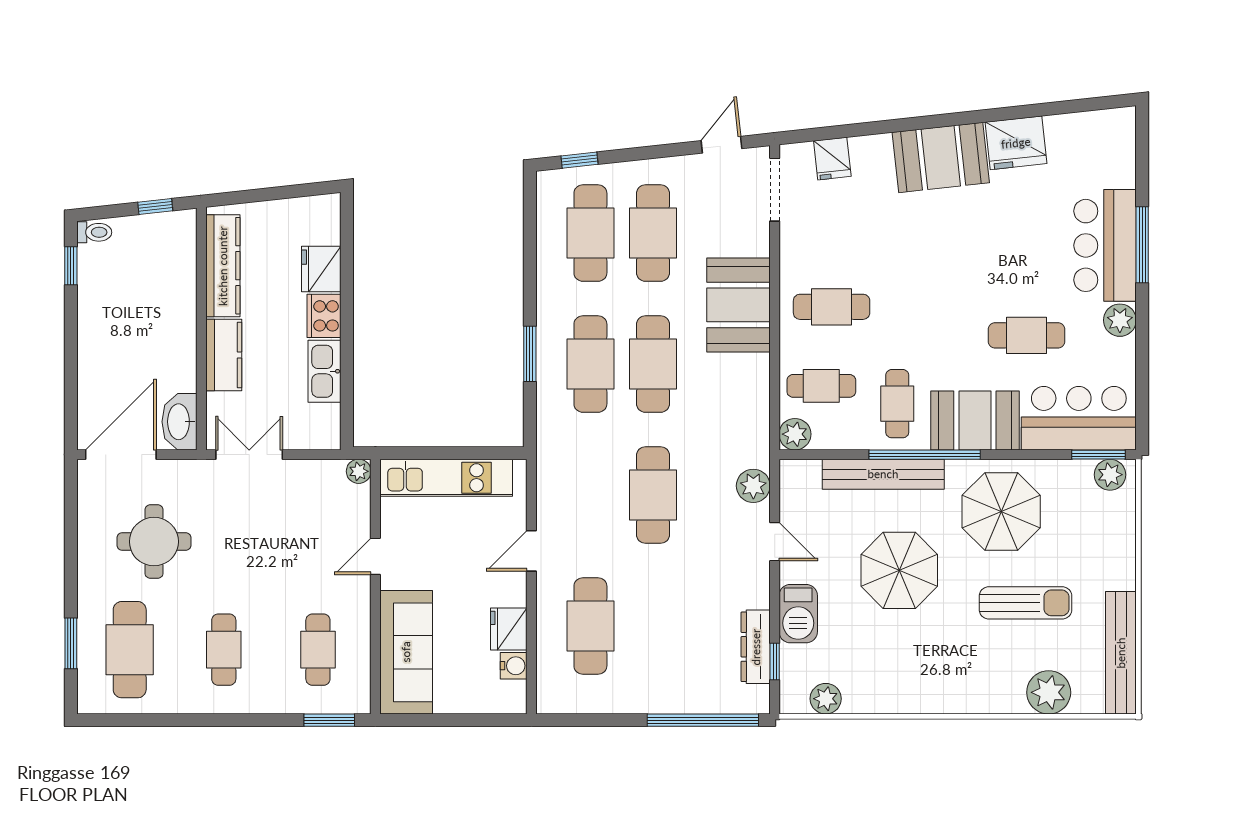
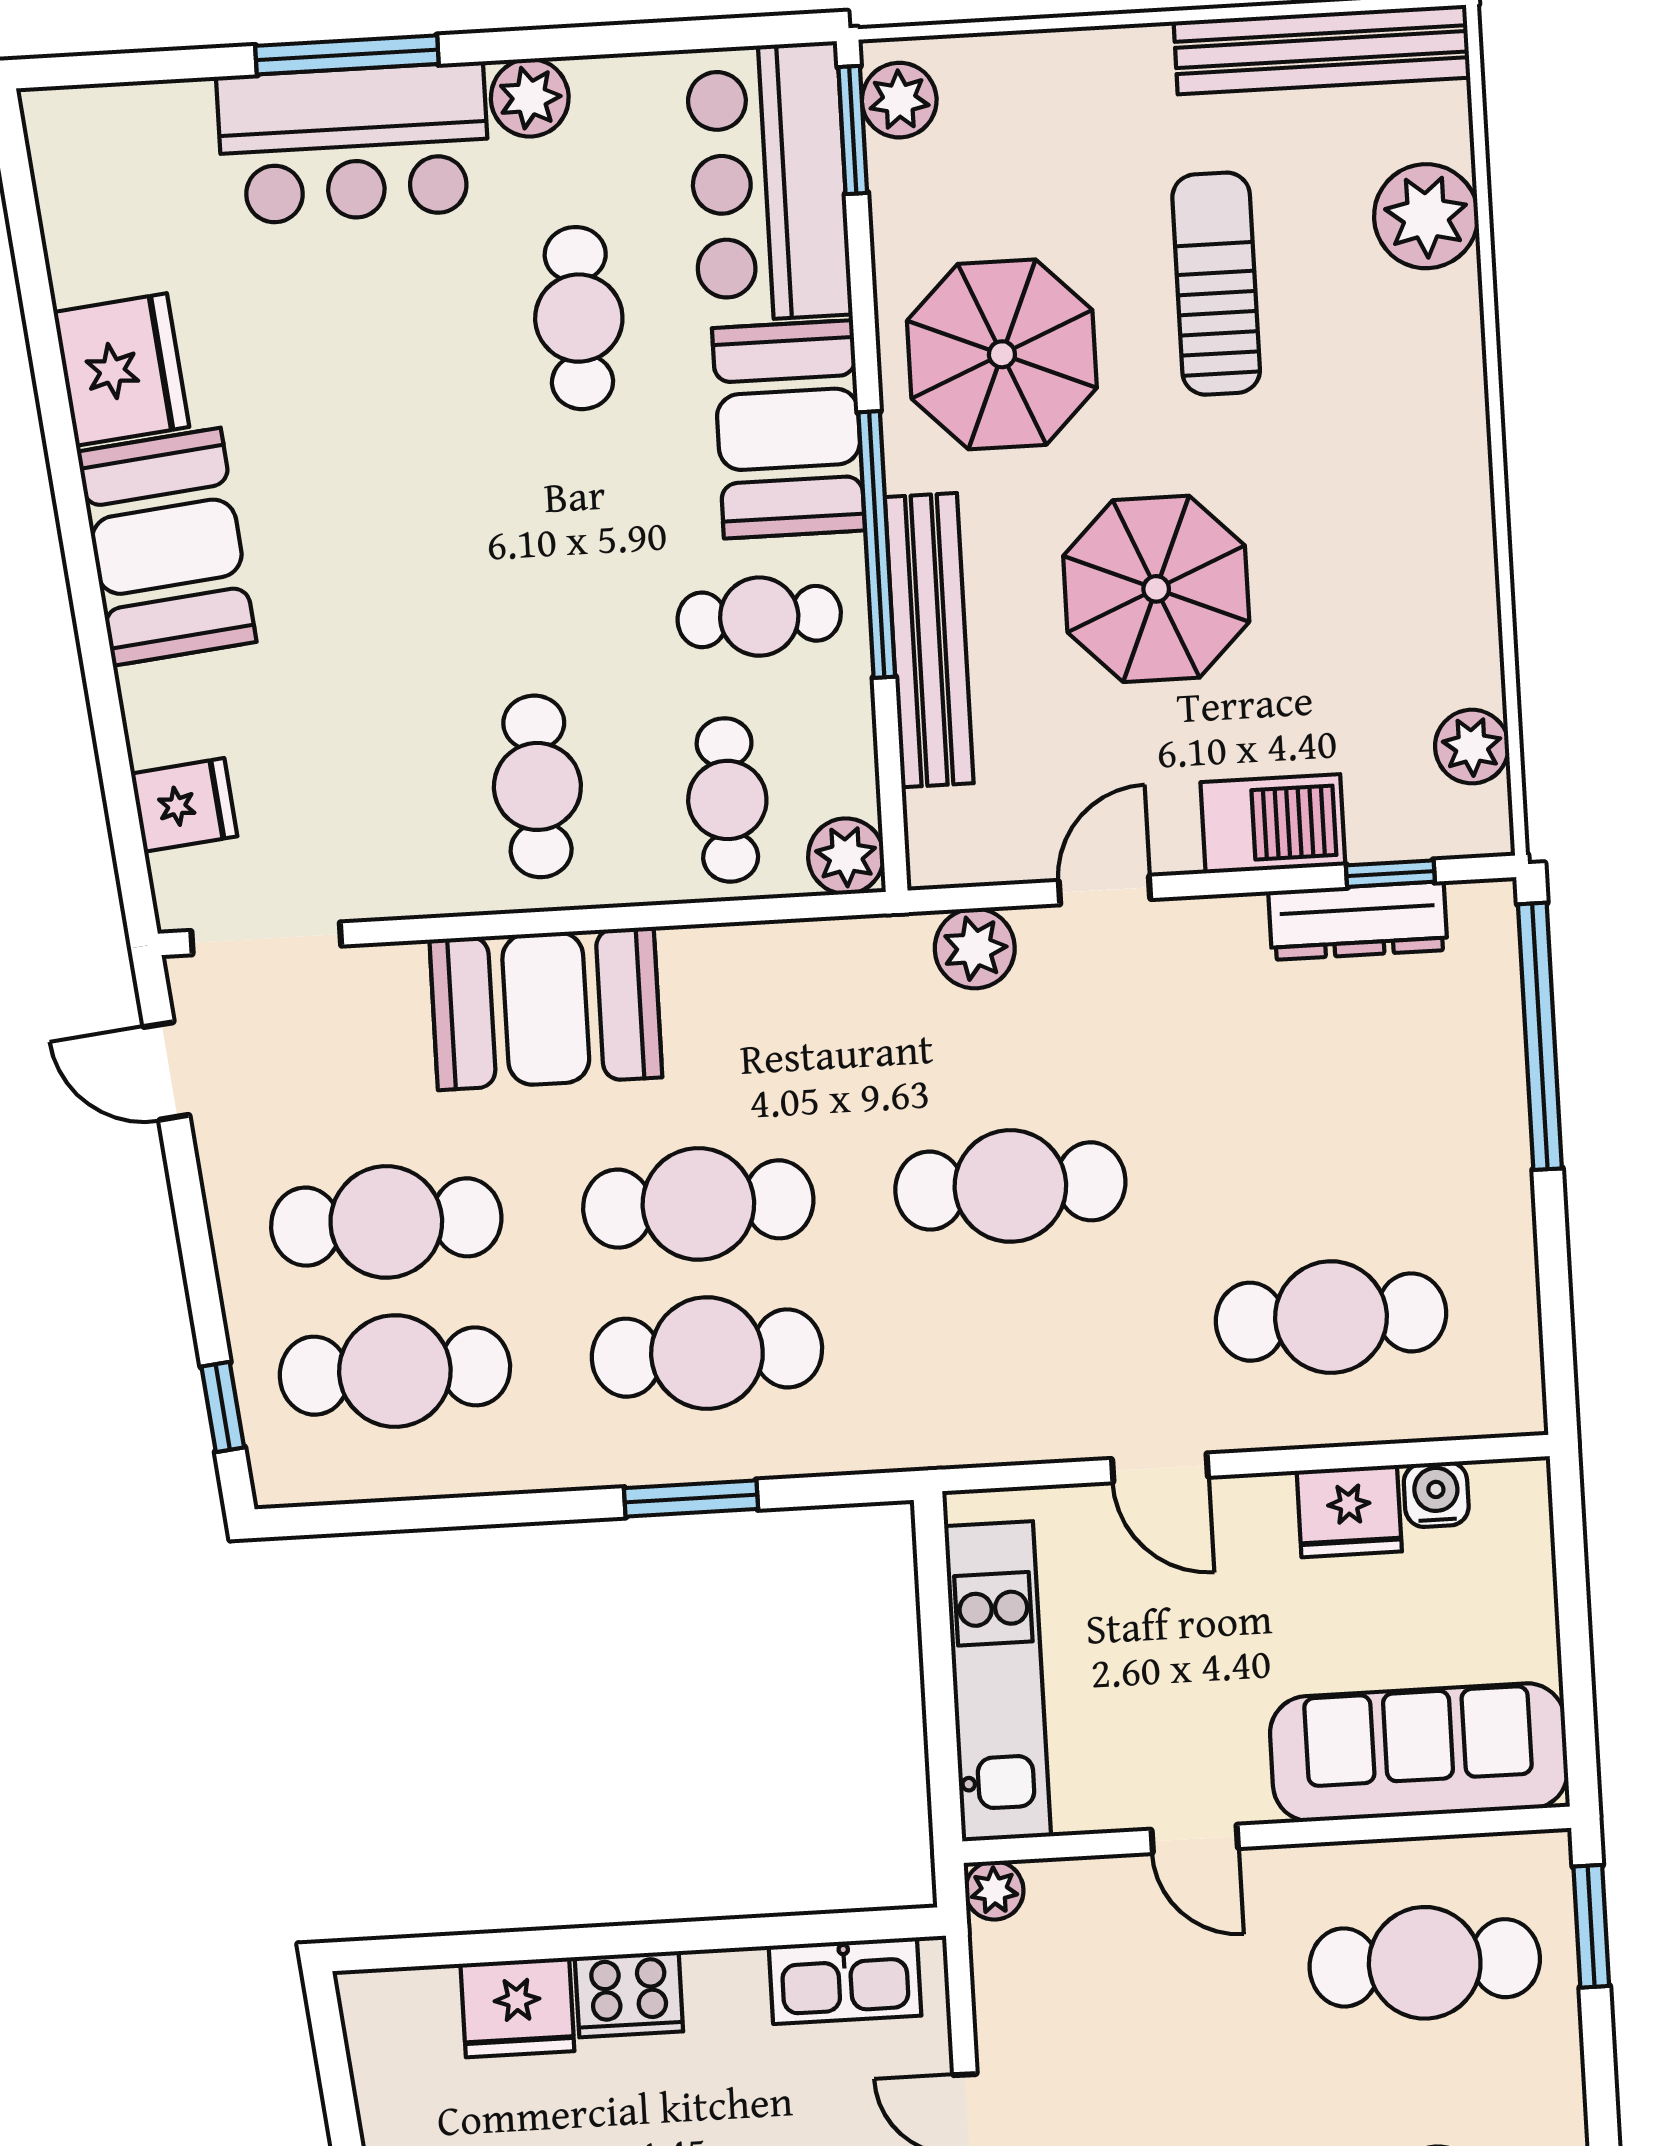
kitchen sink: (324, 371) -> (845, 1981), moved
cafe table: (318, 650) -> (1425, 1963), width x1.37, depth x1.35

